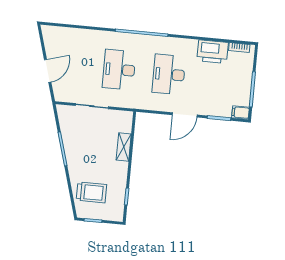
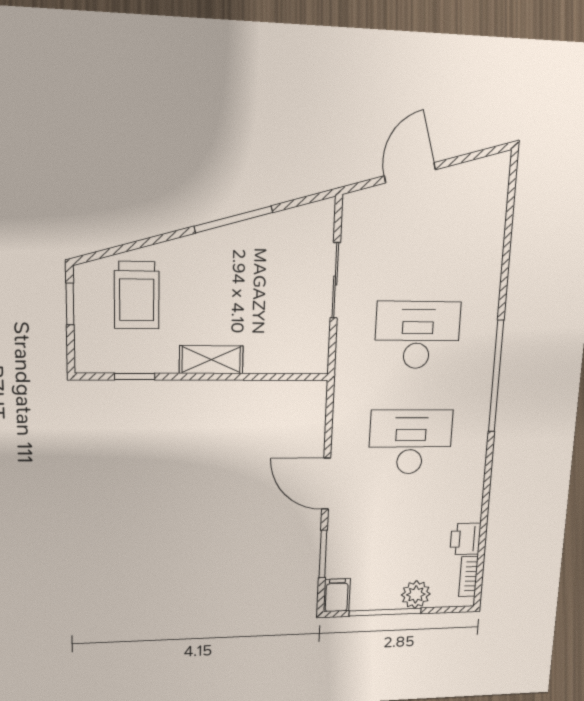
printer: (213, 52) -> (465, 539), width x0.53, depth x0.68
door: (48, 71) -> (410, 173), swing flipped
plant: (245, 74) -> (416, 594), added
shelving: (124, 147) -> (211, 360), moved

